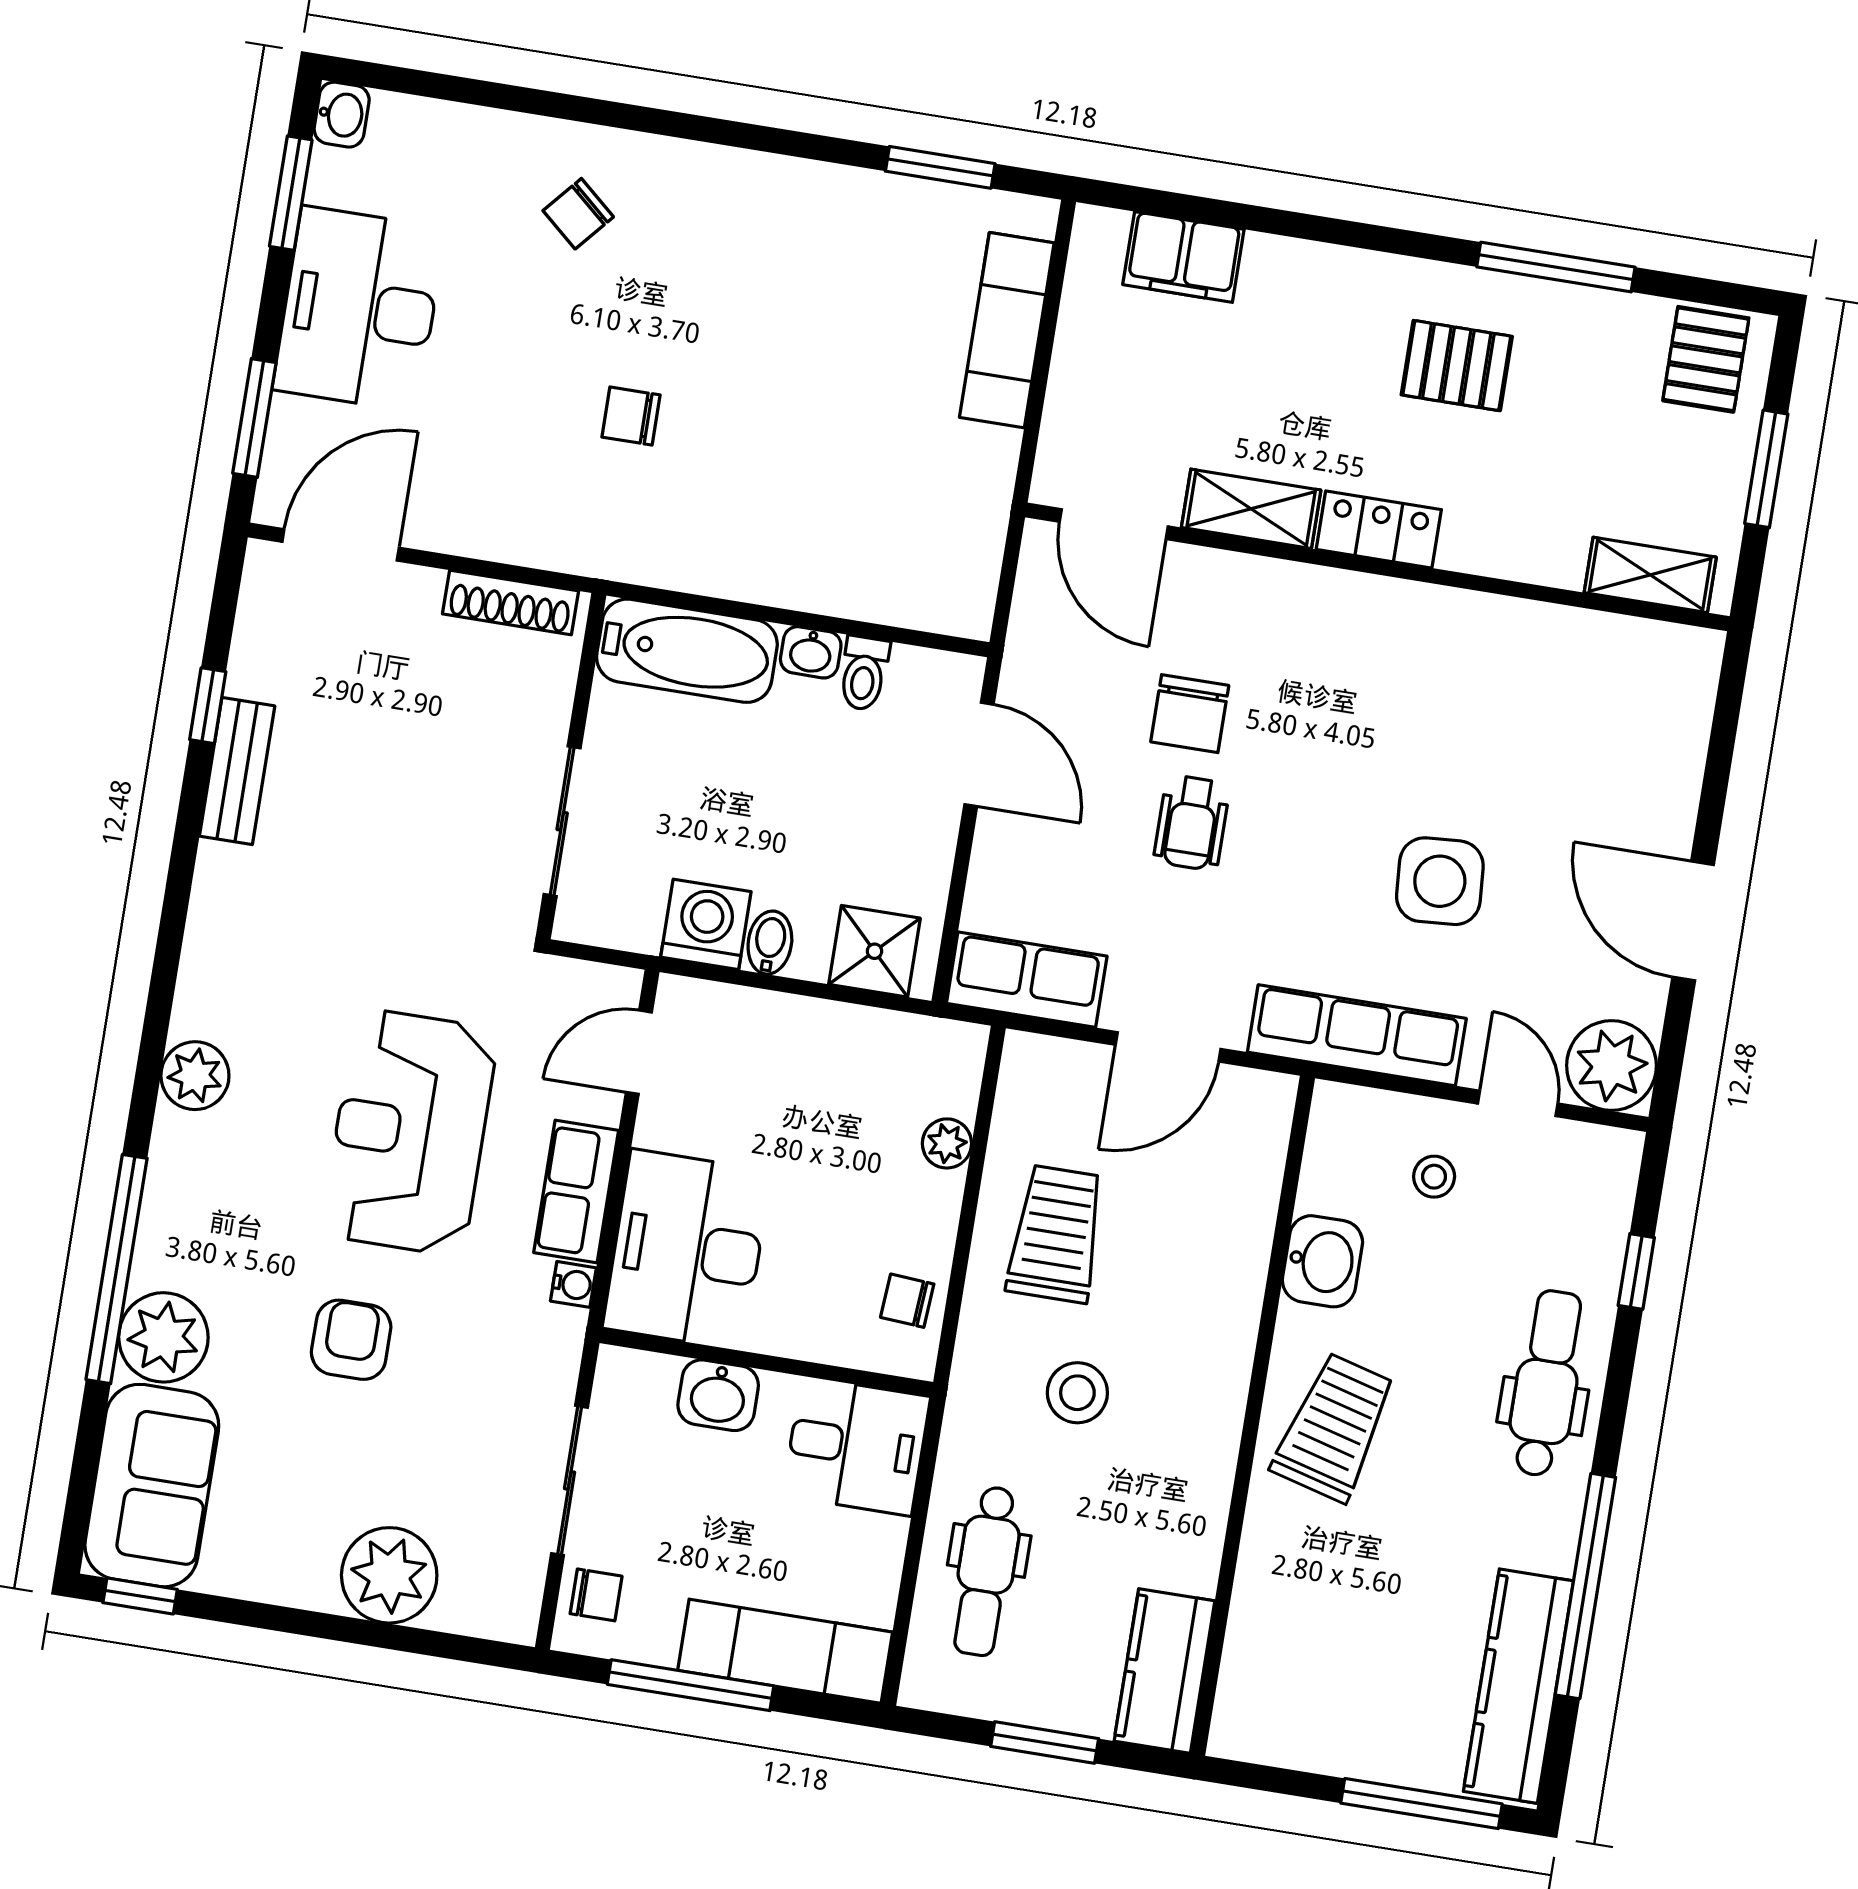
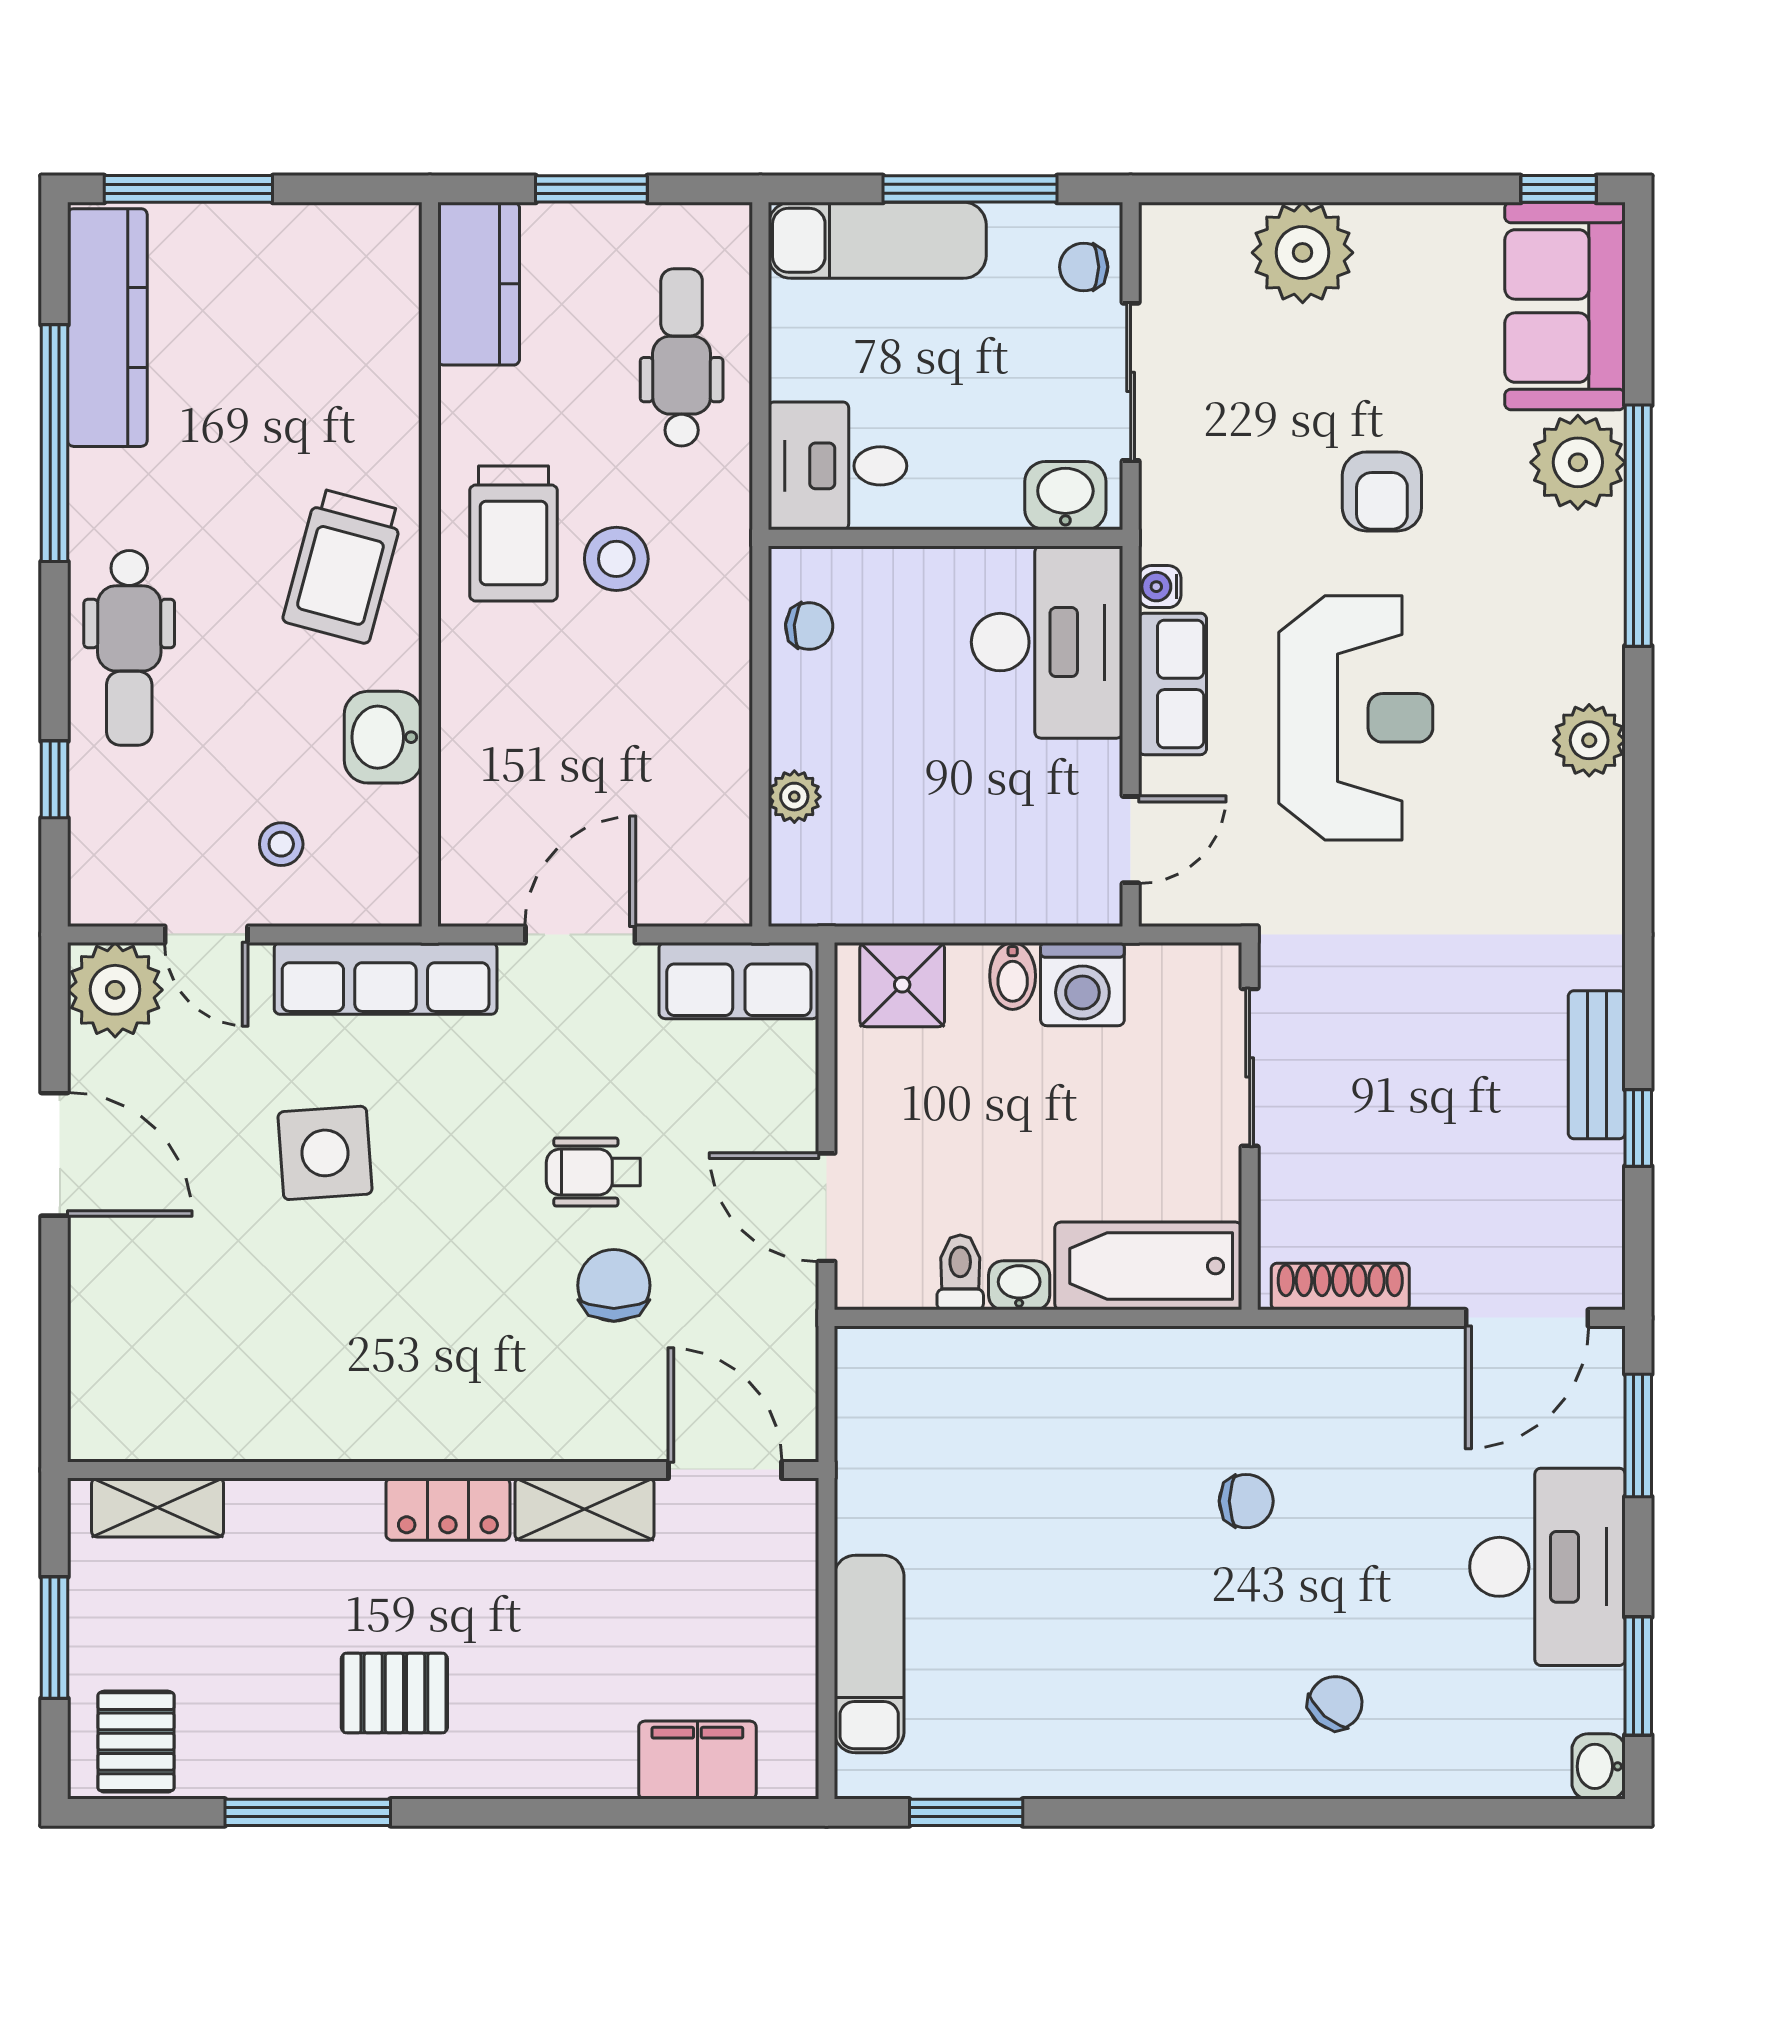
wheelchair: (1192, 823) -> (593, 1172), turned -90
trolley: (1056, 1234) -> (514, 534), moved
washbasin: (718, 1395) -> (1065, 496), moved

